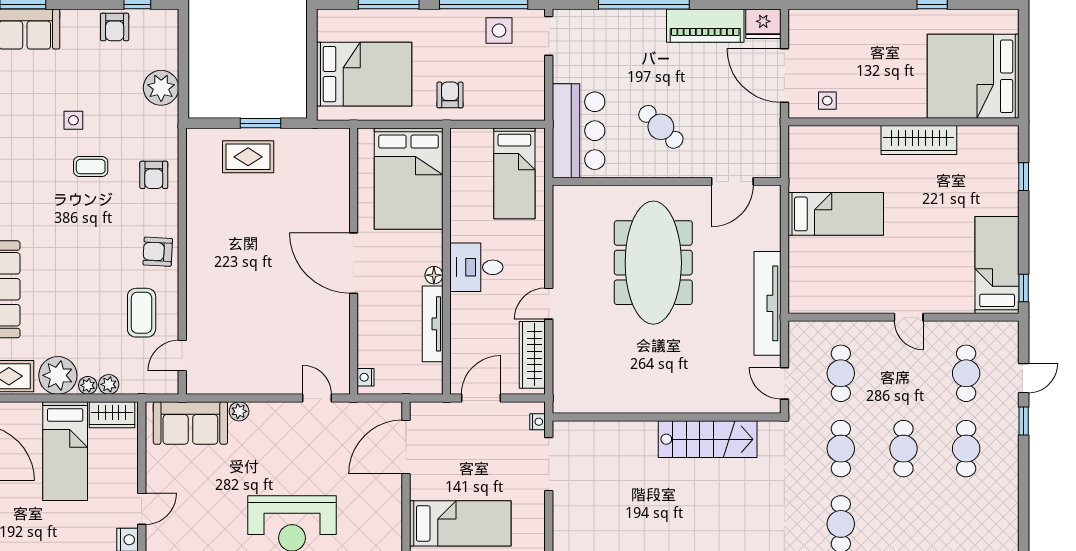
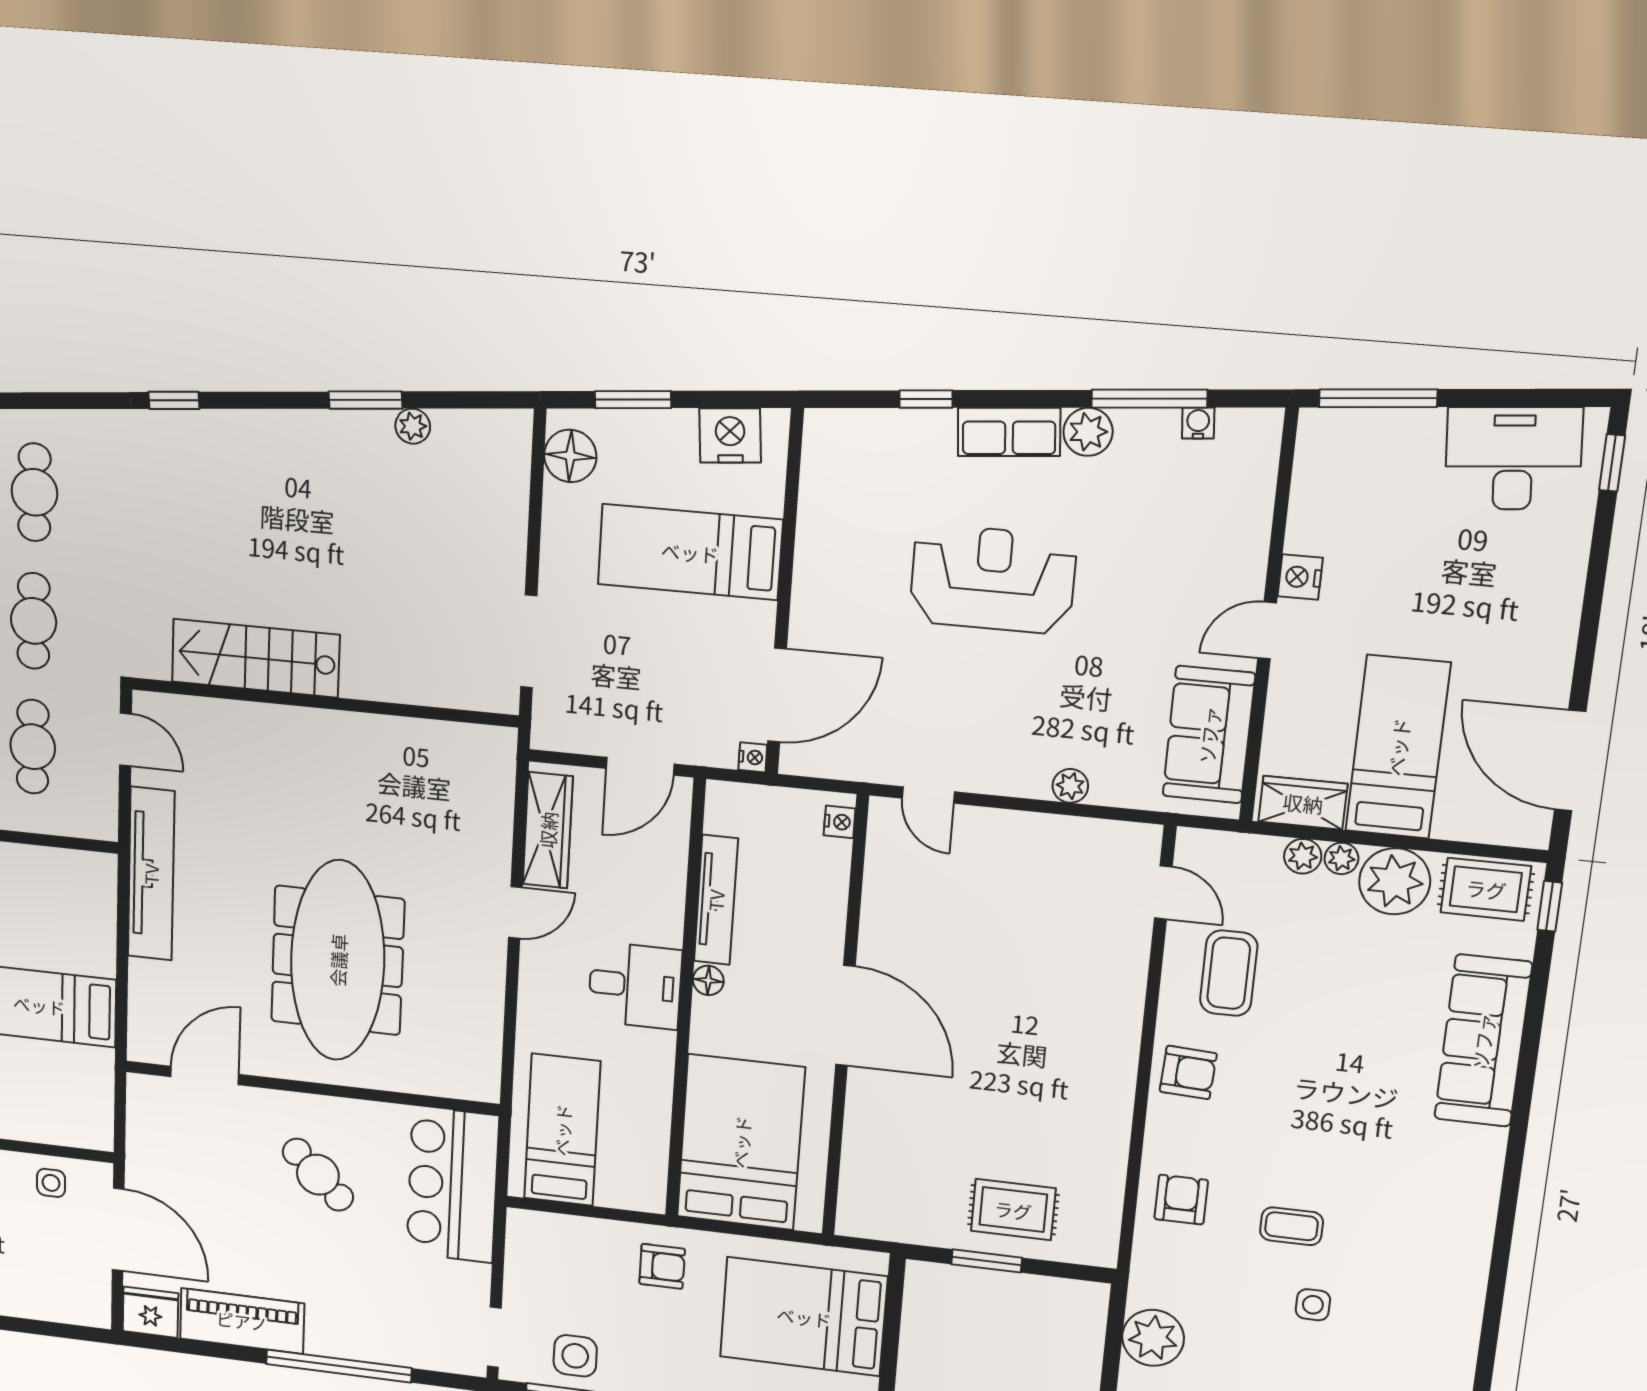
armchair: (450, 95) -> (662, 1266), turned -90
door: (182, 356) -> (1163, 892), hinge flipped
nightstand: (538, 422) -> (753, 757), moved, turned 180
sofa: (190, 423) -> (1209, 735), moved, turned -90

